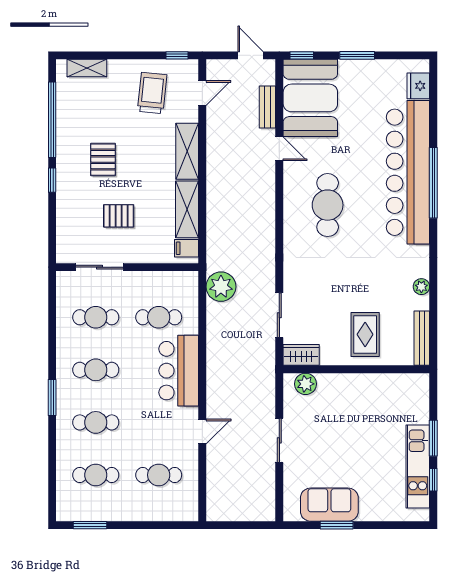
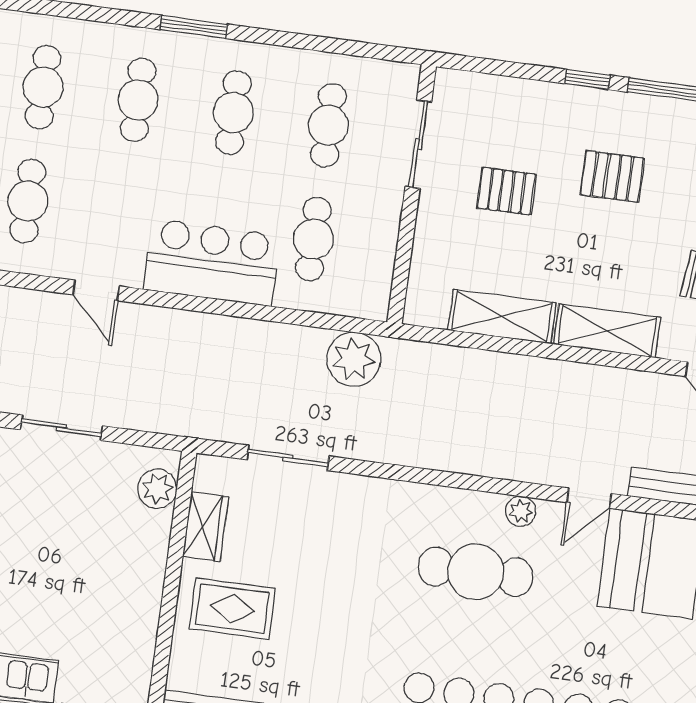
plant: (291, 185) -> (521, 511), added
pallet: (119, 216) -> (506, 191), turned 90
filing cabinet: (187, 248) -> (431, 306), removed
wardrobe: (301, 355) -> (206, 527), moved

